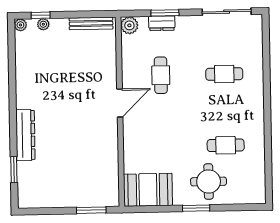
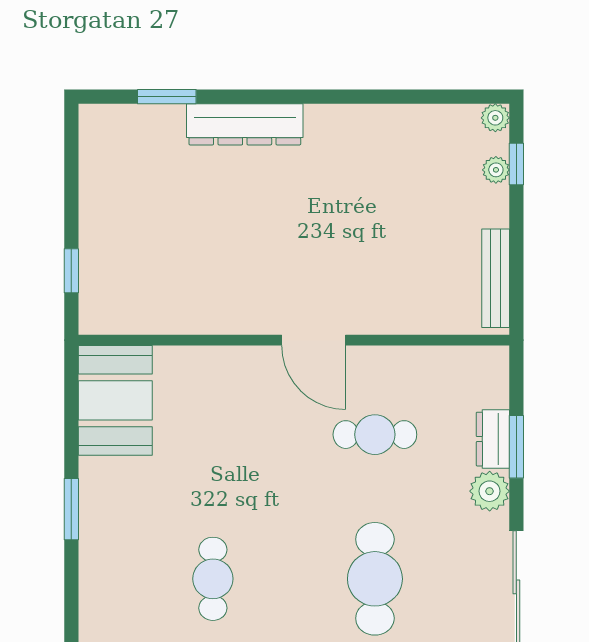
plant: (129, 25) -> (490, 491), moved
cafe table: (224, 74) -> (375, 579), width x1.37, depth x1.35
round table: (209, 182) -> (131, 538), removed
window: (91, 210) -> (71, 271), width x0.67

